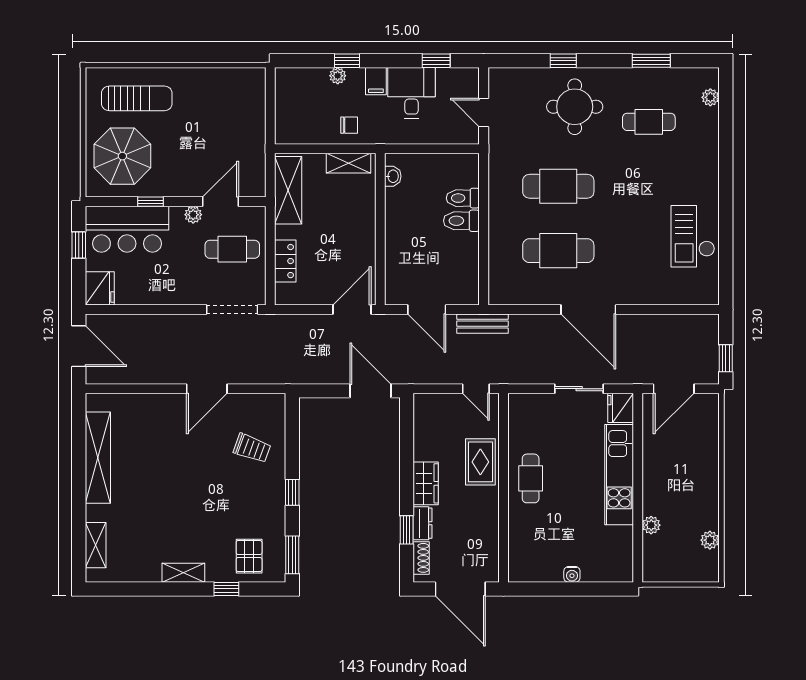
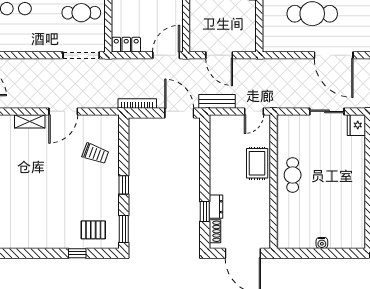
locker: (285, 261) -> (126, 45), moved, turned -90
bench: (482, 324) -> (217, 101), moved
bookcase: (311, 377) -> (137, 103), added
door: (476, 389) -> (254, 111), hinge flipped
kitchen unit: (619, 475) -> (355, 172), removed
wardrobe: (426, 483) -> (218, 178), removed
pallet: (249, 556) -> (93, 230), turned 90
shelving: (183, 573) -> (30, 121), moved

